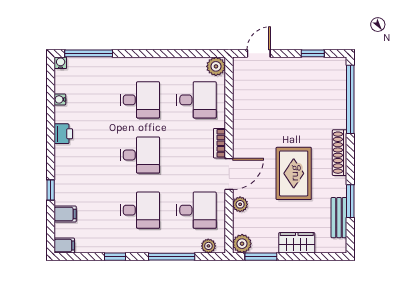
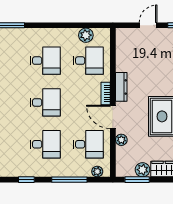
door: (259, 53) -> (148, 25), moved
plant: (216, 66) -> (86, 35), moved
dresser: (240, 135) -> (121, 87), added
door: (229, 174) -> (113, 117), swing flipped
plant: (242, 244) -> (143, 170), moved

